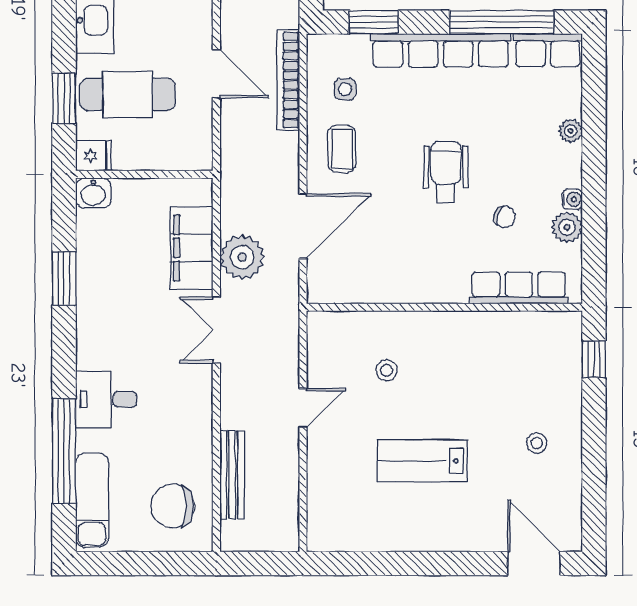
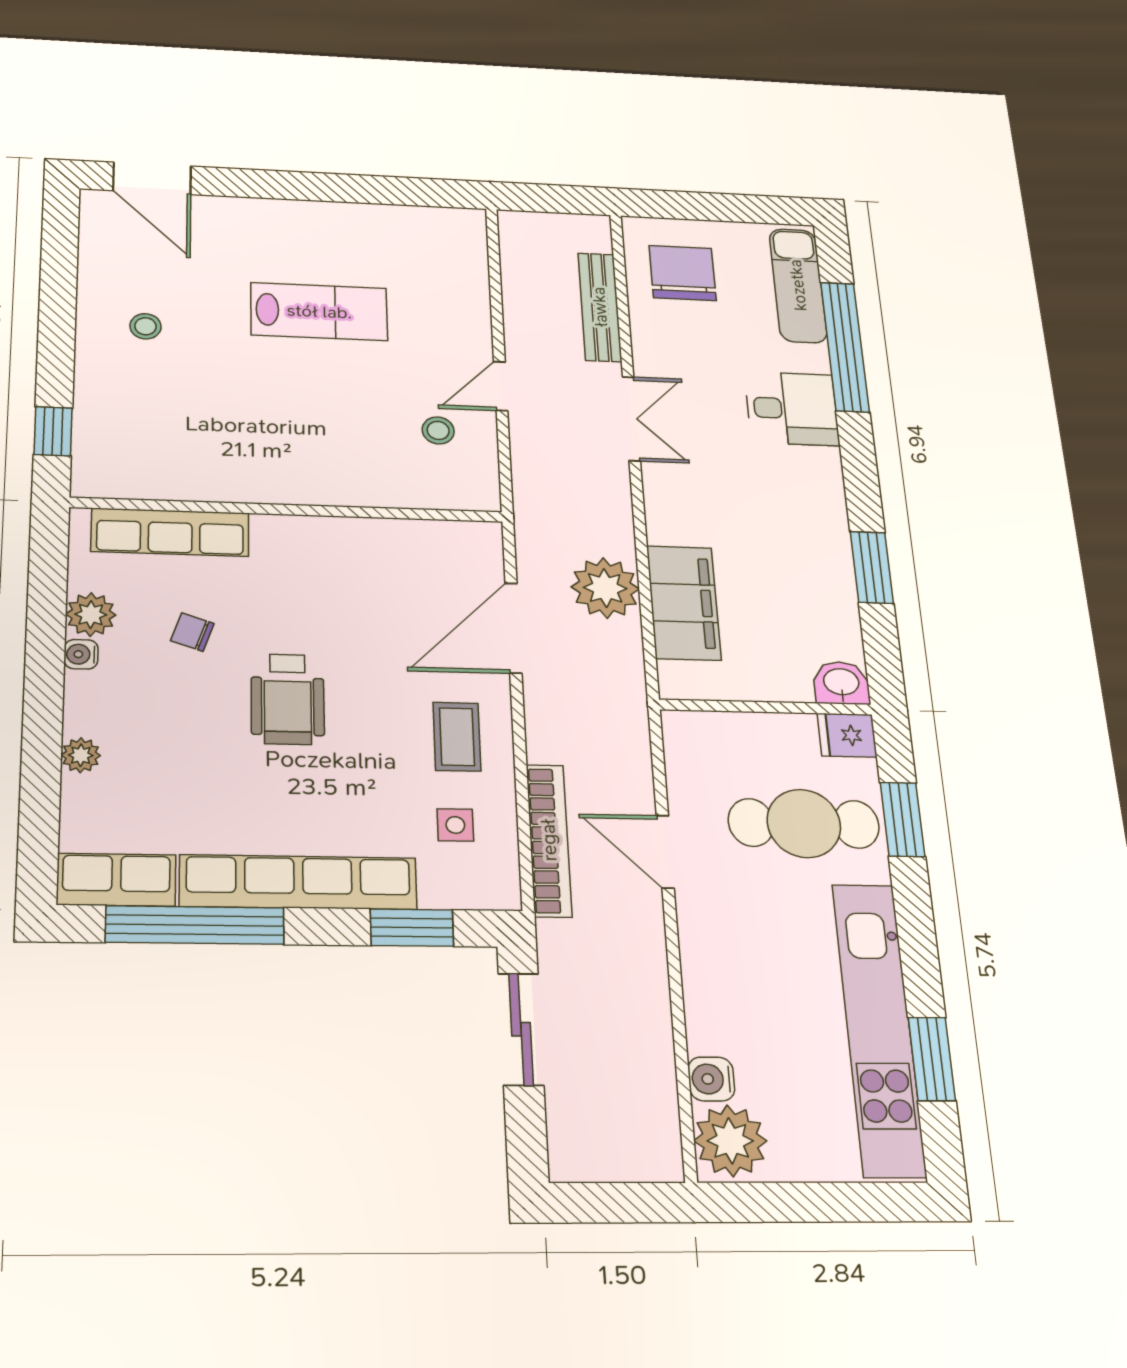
double door: (216, 330) -> (631, 419), moved
stool: (387, 370) -> (438, 430), moved
chair: (173, 506) -> (683, 273), turned -90

